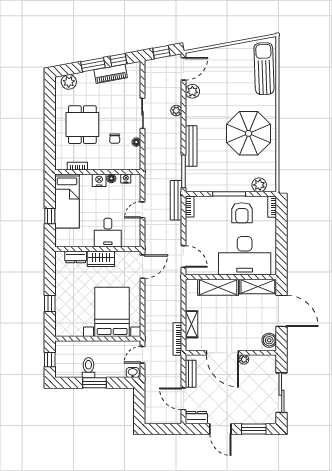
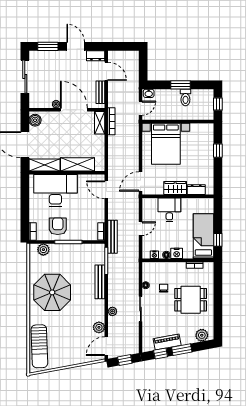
dining table: (82, 125) -> (191, 300), turned 90
window: (50, 216) -> (218, 240), moved
shelving: (192, 324) -> (100, 123), moved

